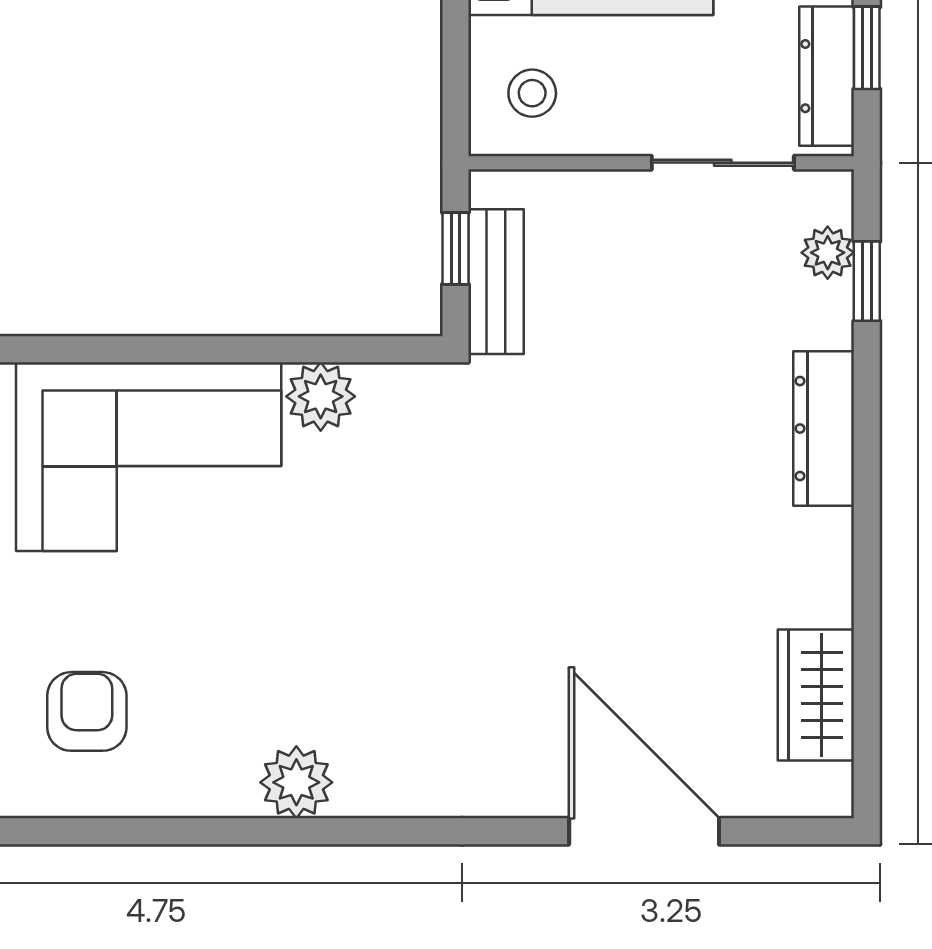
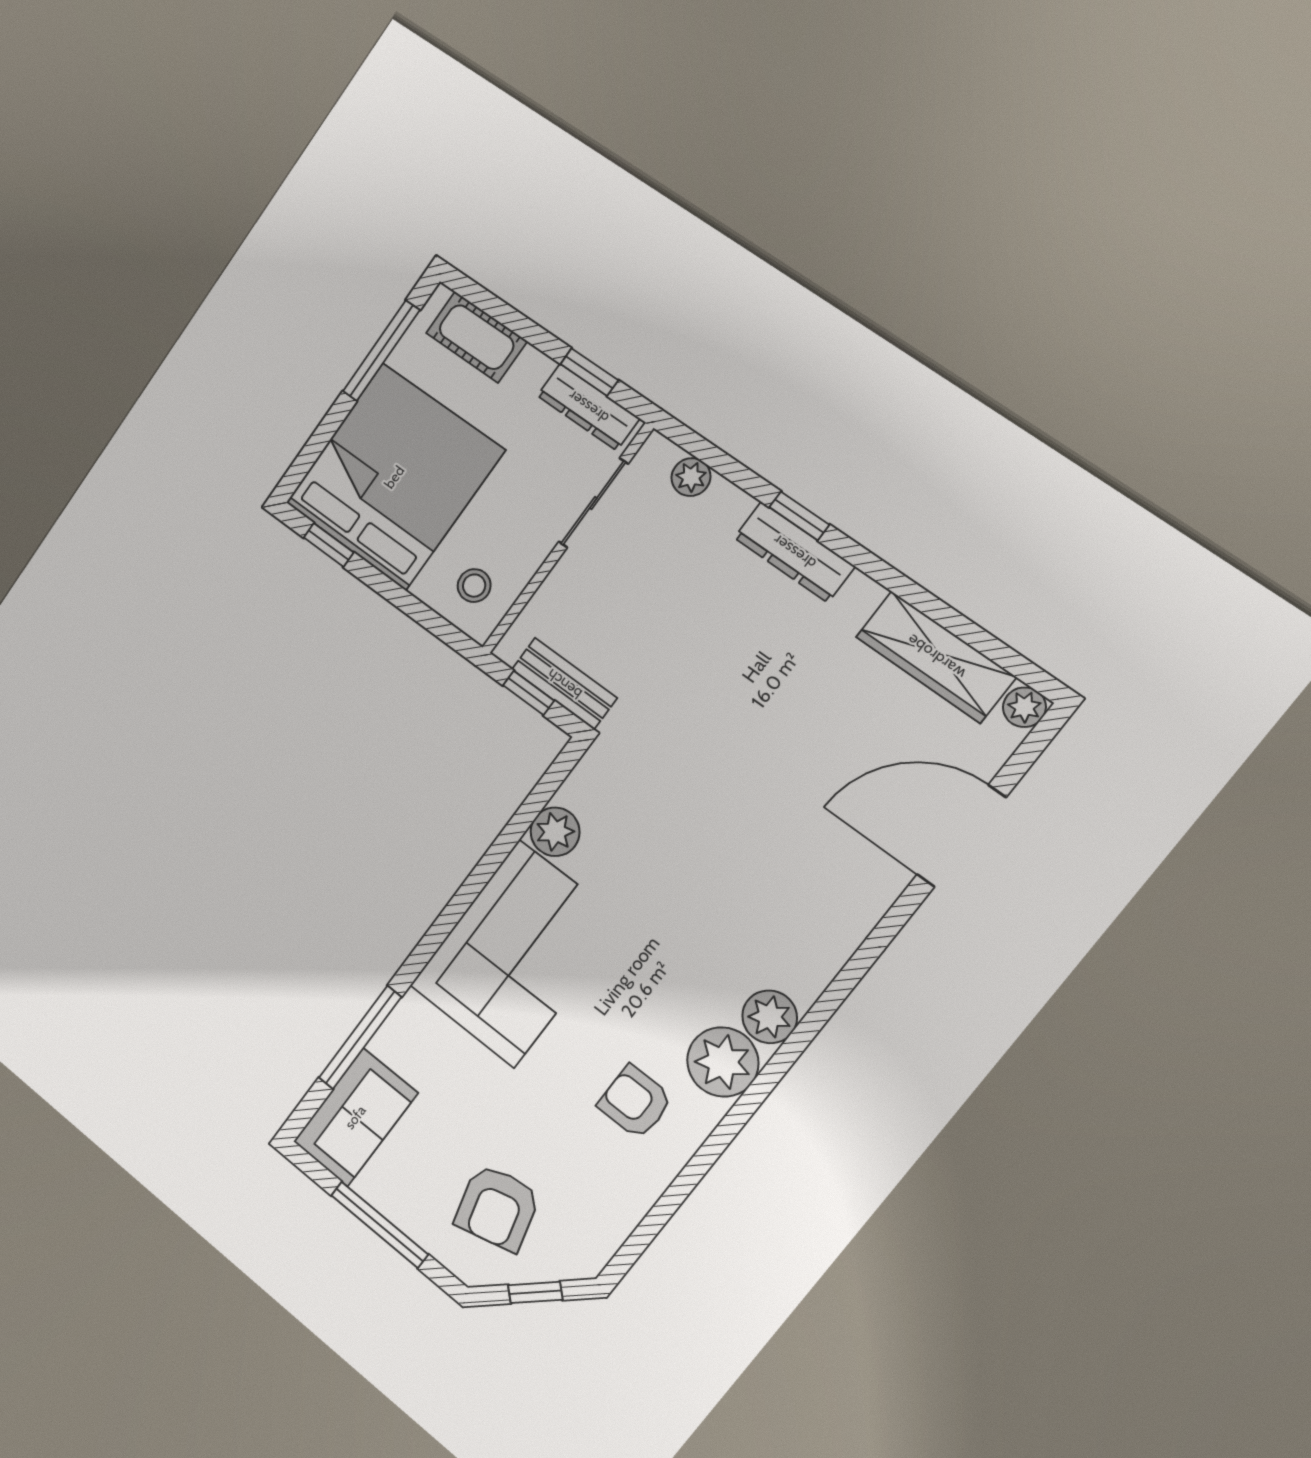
window: (867, 281) -> (799, 516), moved
wardrobe: (816, 695) -> (936, 657), width x1.50
plant: (207, 771) -> (723, 1062), added
plant: (828, 792) -> (1024, 707), added

